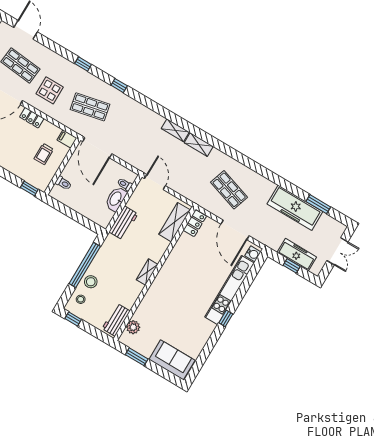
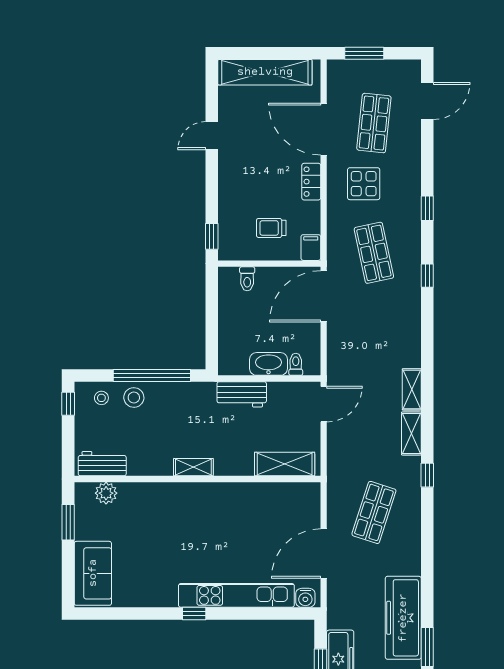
window: (226, 149) -> (427, 475), added
locker: (195, 223) -> (300, 493), removed

